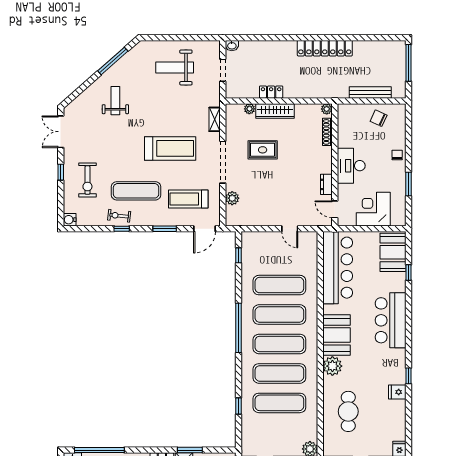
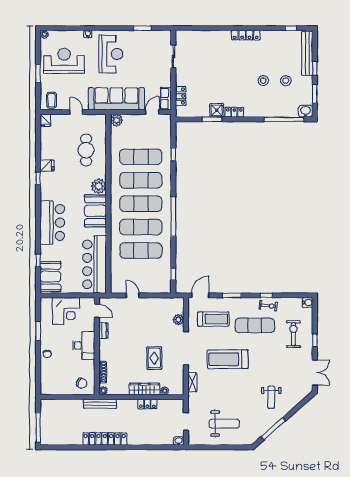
bench: (370, 92) -> (100, 404), moved
chair: (379, 118) -> (82, 383), moved
rug: (263, 150) -> (154, 358), turned 90

